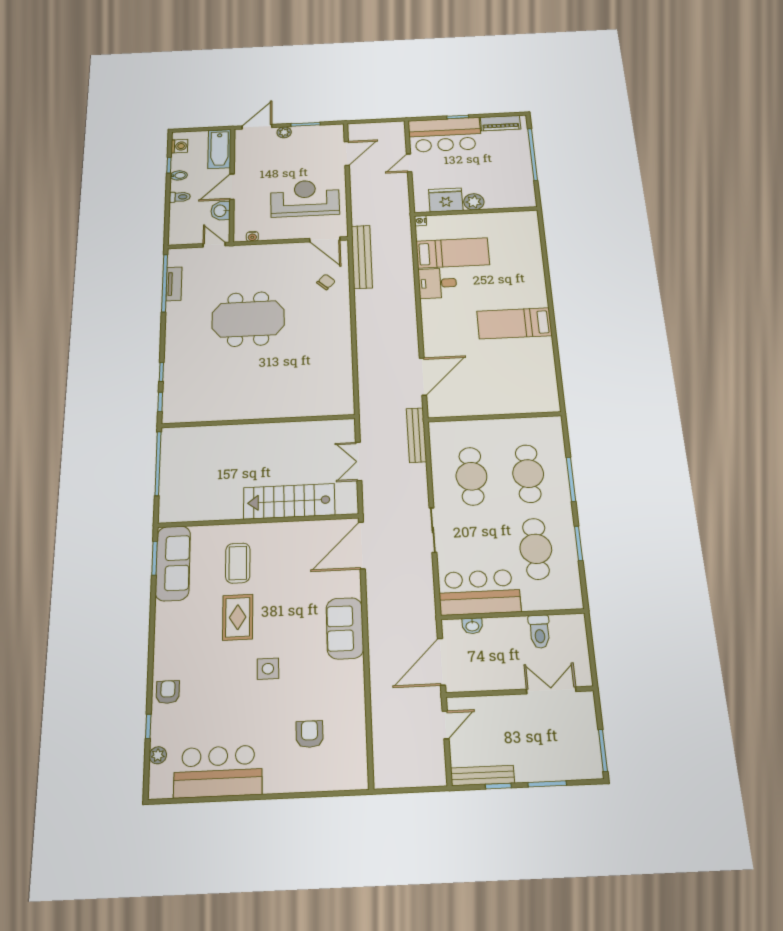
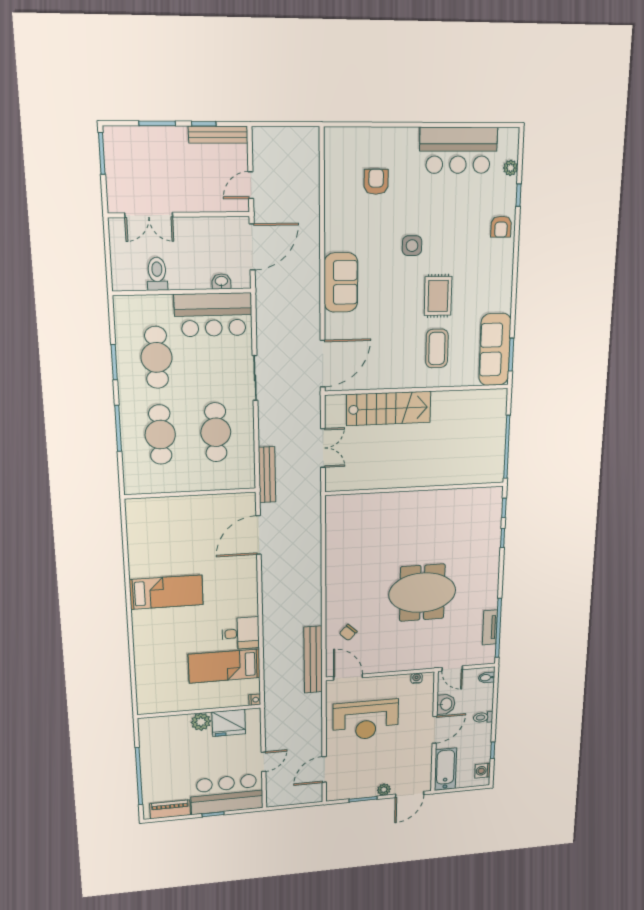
bidet: (179, 175) -> (487, 678), moved
armchair: (310, 734) -> (376, 182), turned 180

